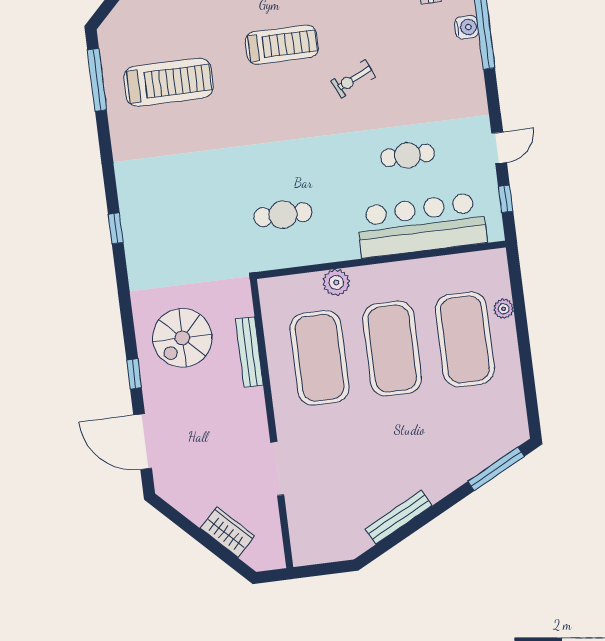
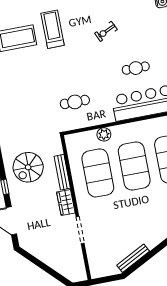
treadmill: (282, 45) -> (53, 29), moved, turned -90
bench: (399, 517) -> (133, 258), moved
wardrobe: (227, 532) -> (66, 202), moved, turned -135

